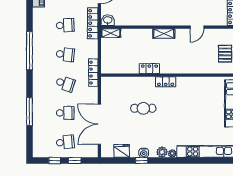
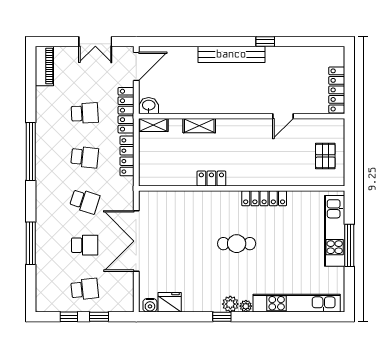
shelving: (164, 34) -> (199, 126), moved
locker: (93, 73) -> (127, 156), moved
locker: (166, 82) -> (264, 198), moved, width x1.53
cafe table: (143, 108) -> (237, 244), moved
double door: (99, 124) -> (136, 241), moved
water cooler: (144, 153) -> (150, 305), moved
window: (142, 161) -> (222, 317), moved

